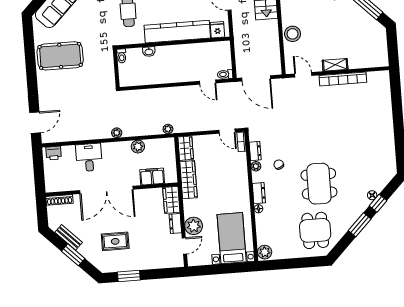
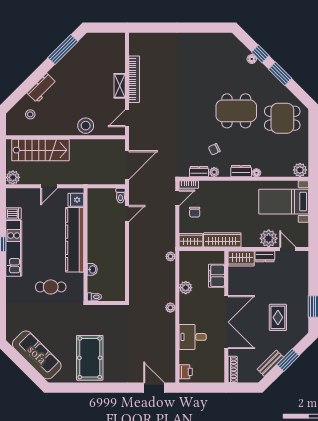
chair: (214, 150) -> (195, 212), added

